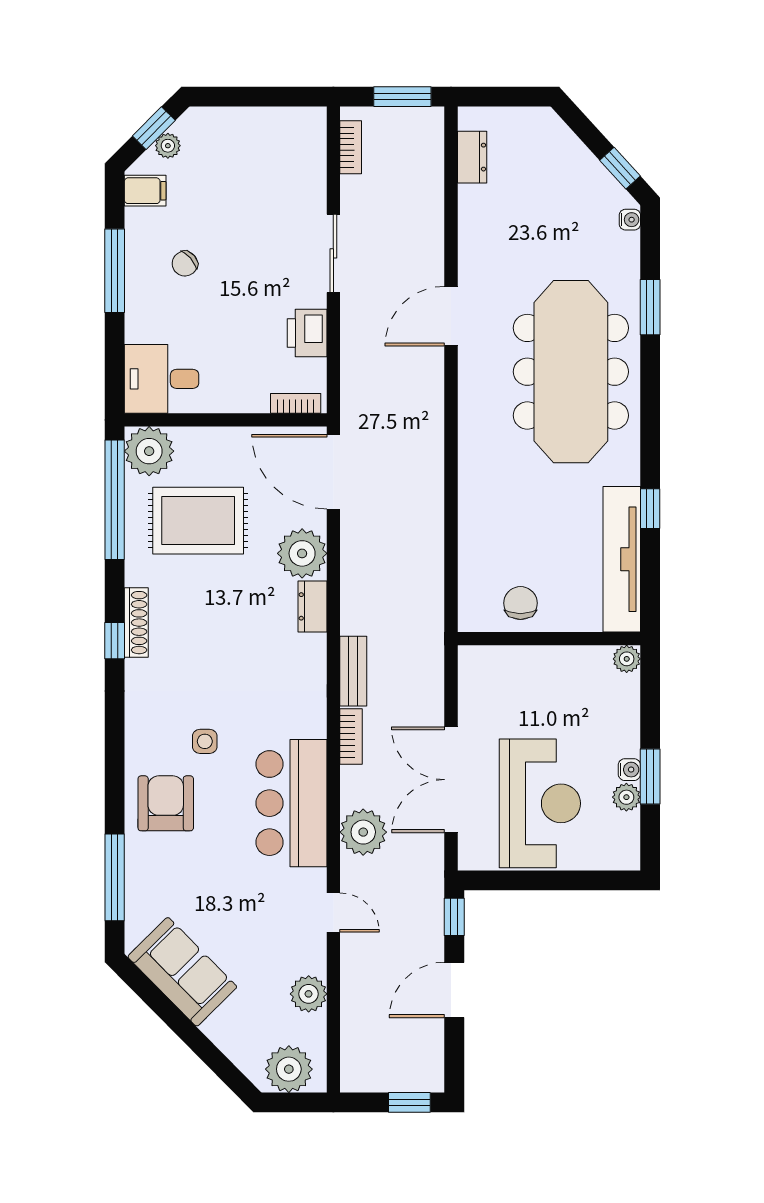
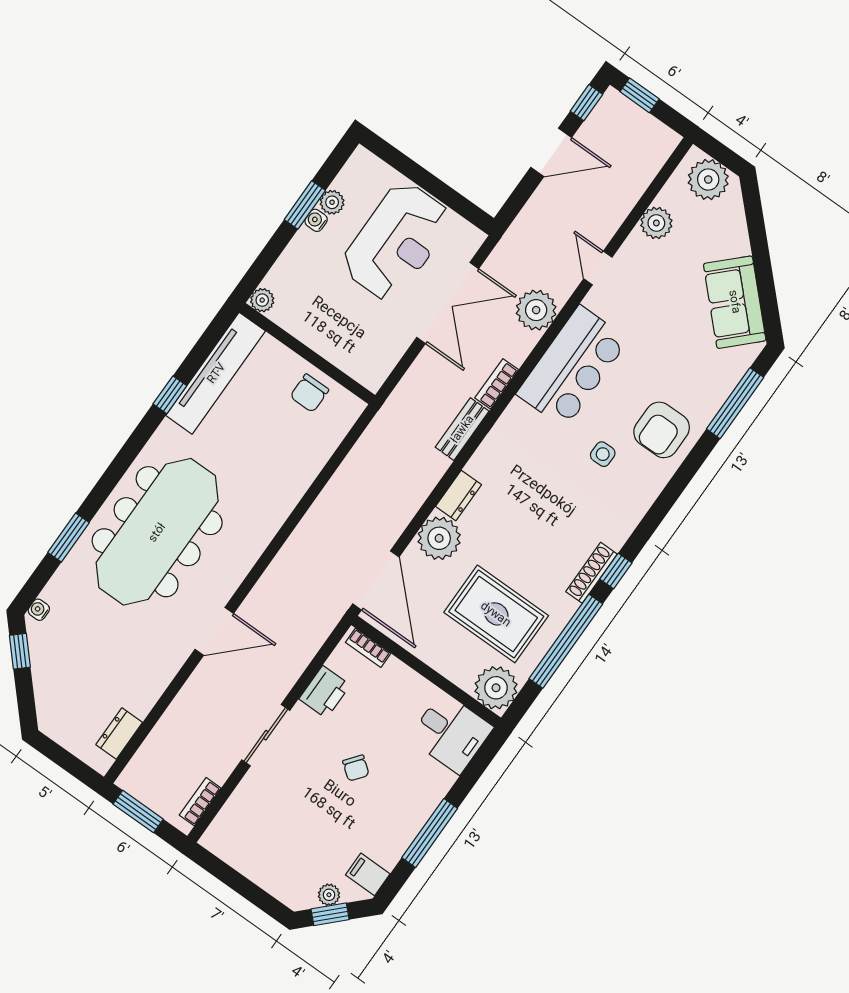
chair: (185, 264) -> (356, 768), moved, turned 79
window: (115, 500) -> (566, 641), moved
reception desk: (540, 803) -> (396, 241), turned 180
window: (454, 917) -> (586, 103), moved

